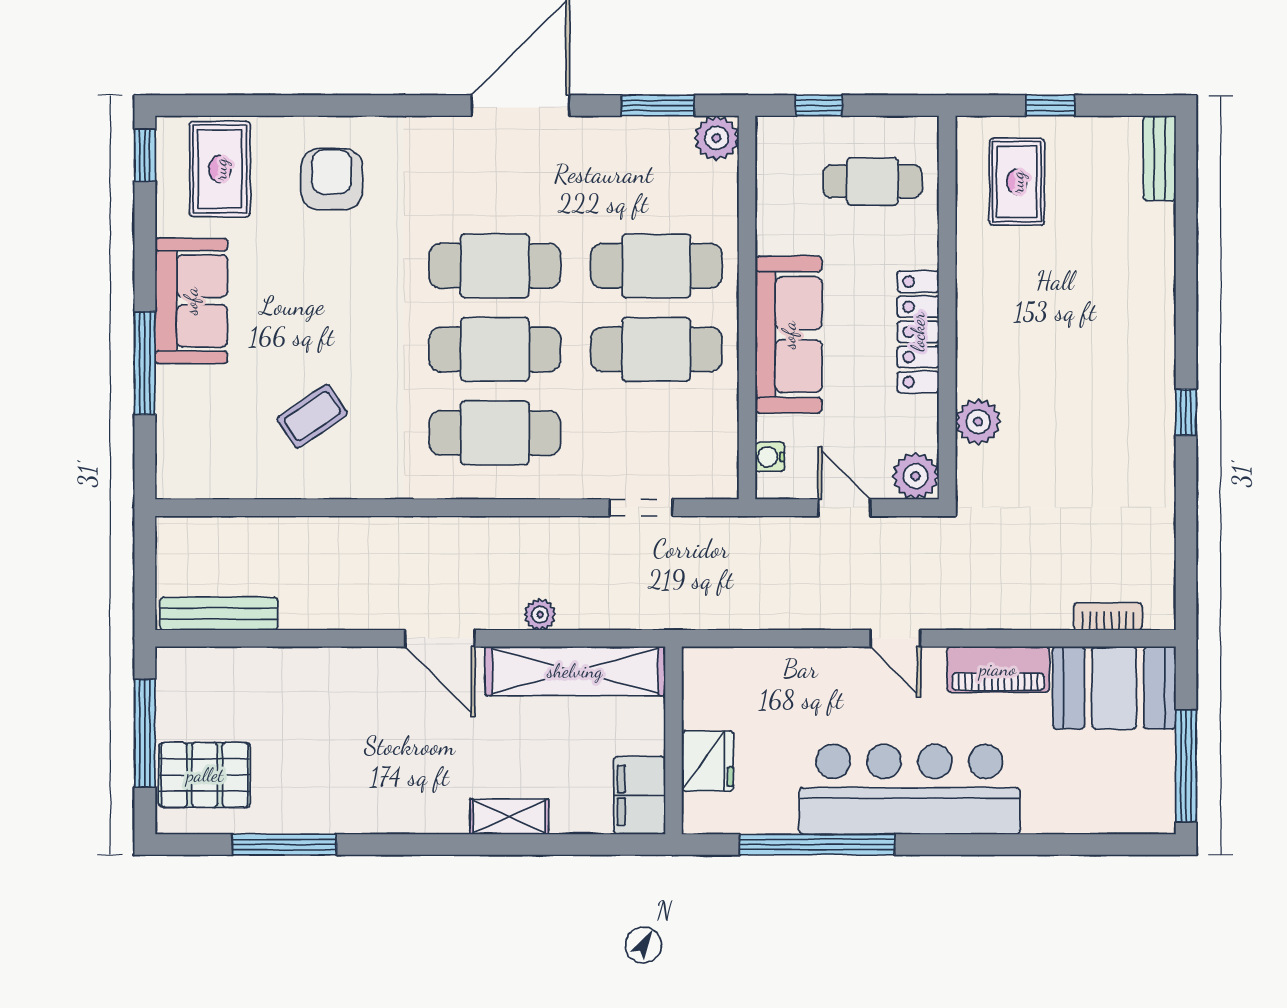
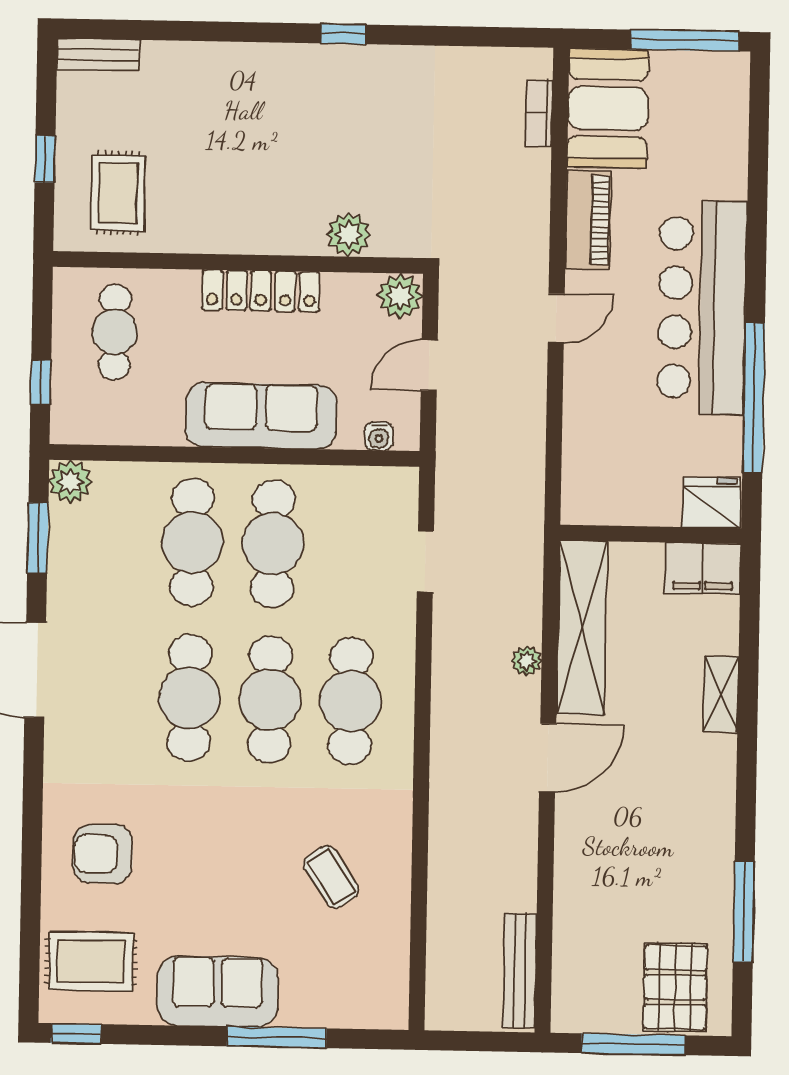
rug: (1017, 182) -> (118, 193), turned 90
fridge: (708, 761) -> (712, 503), moved

